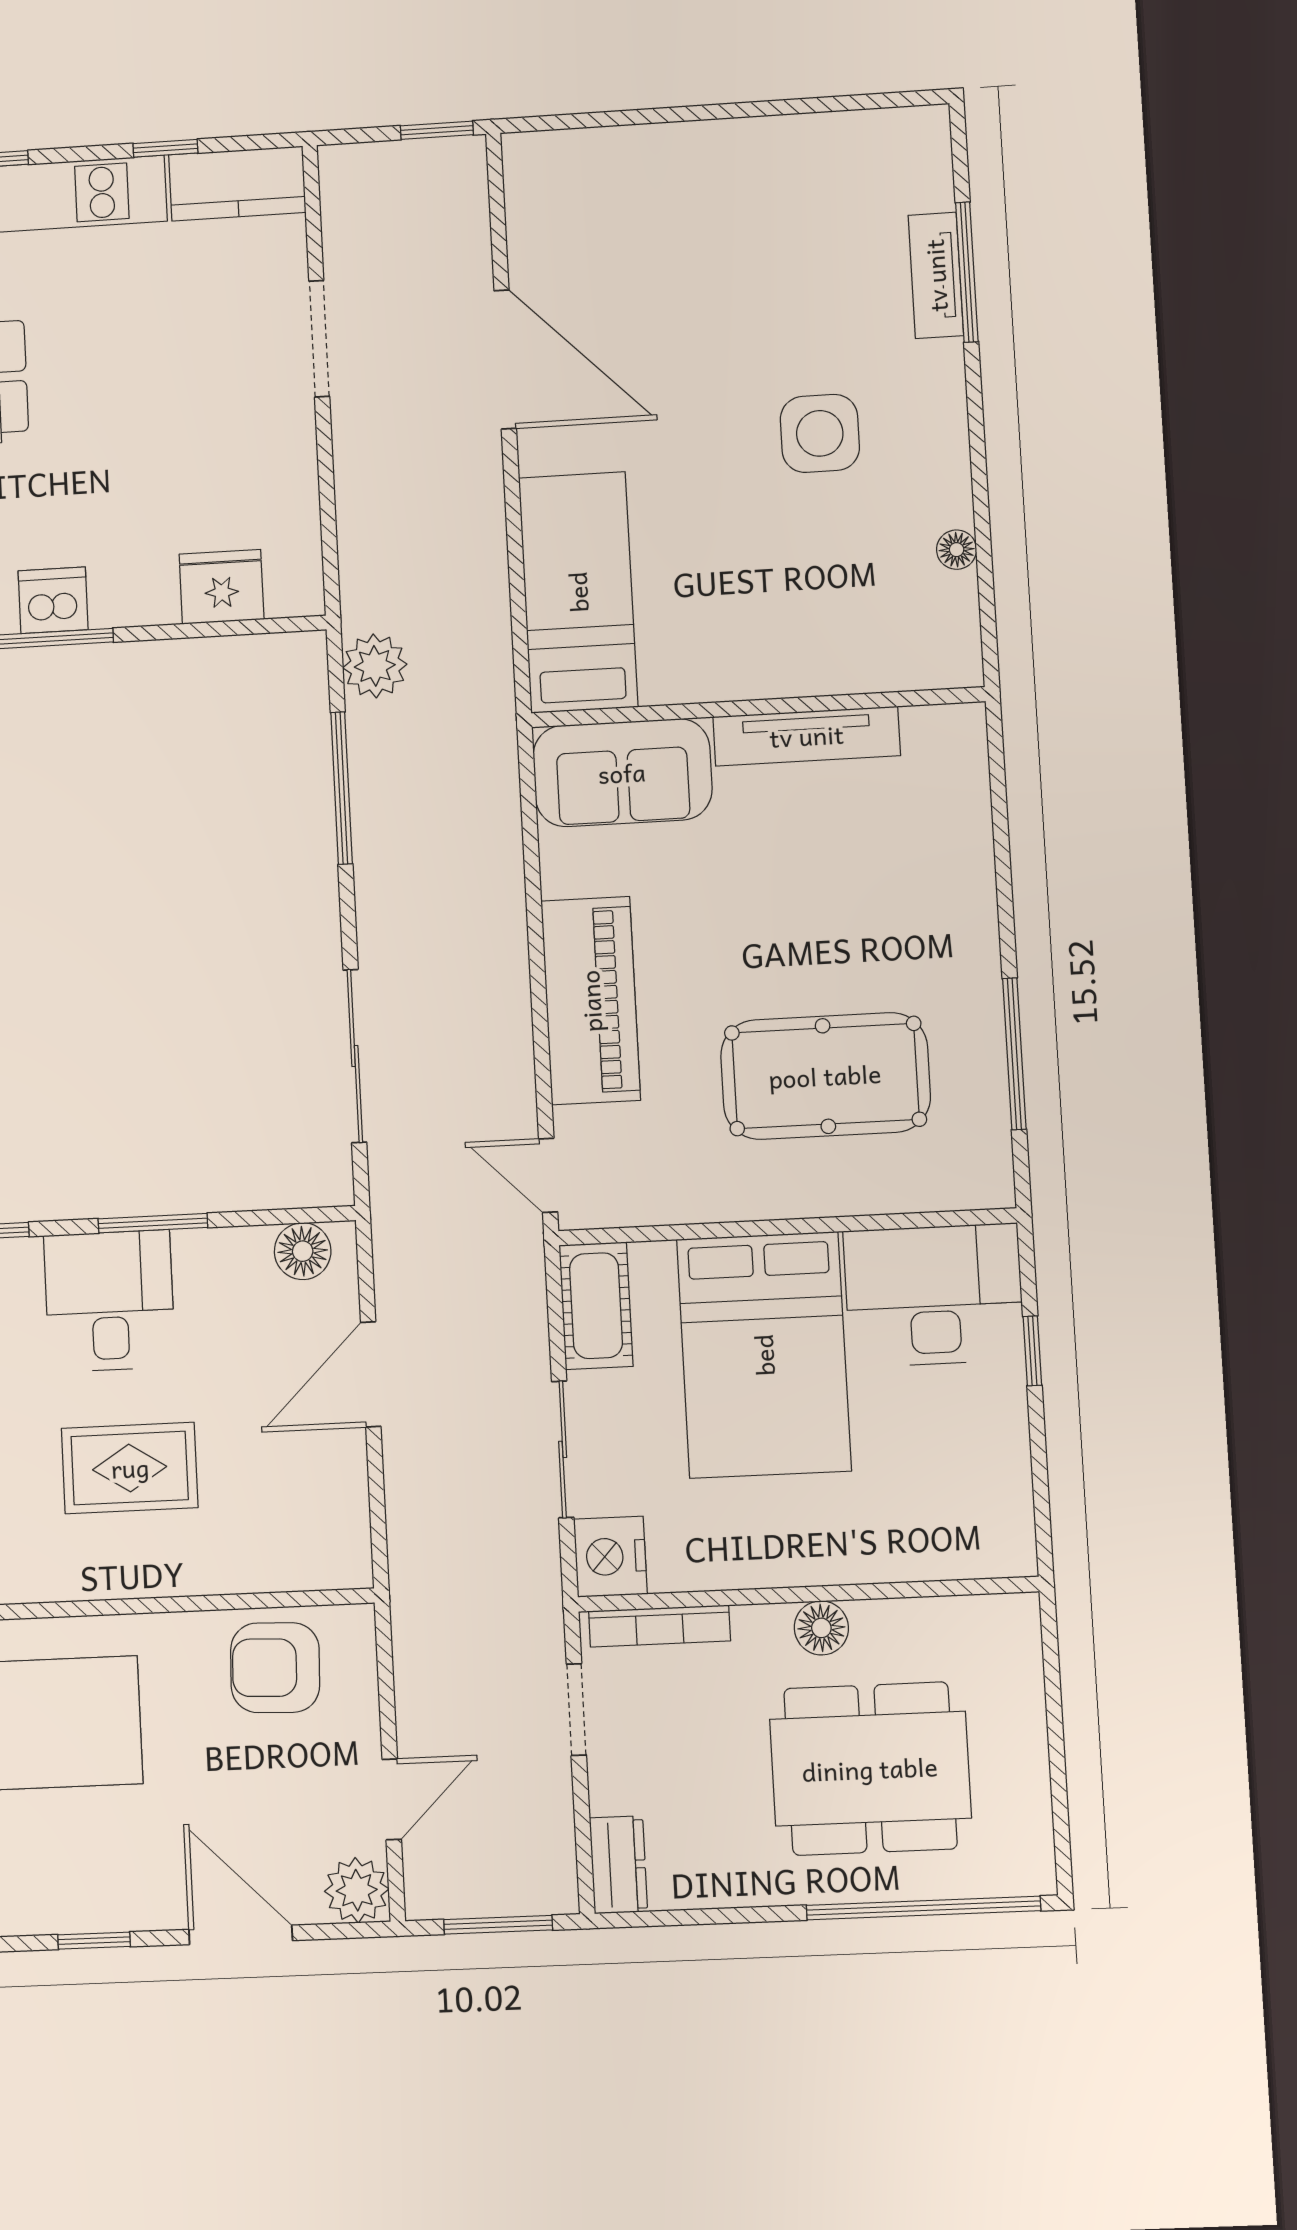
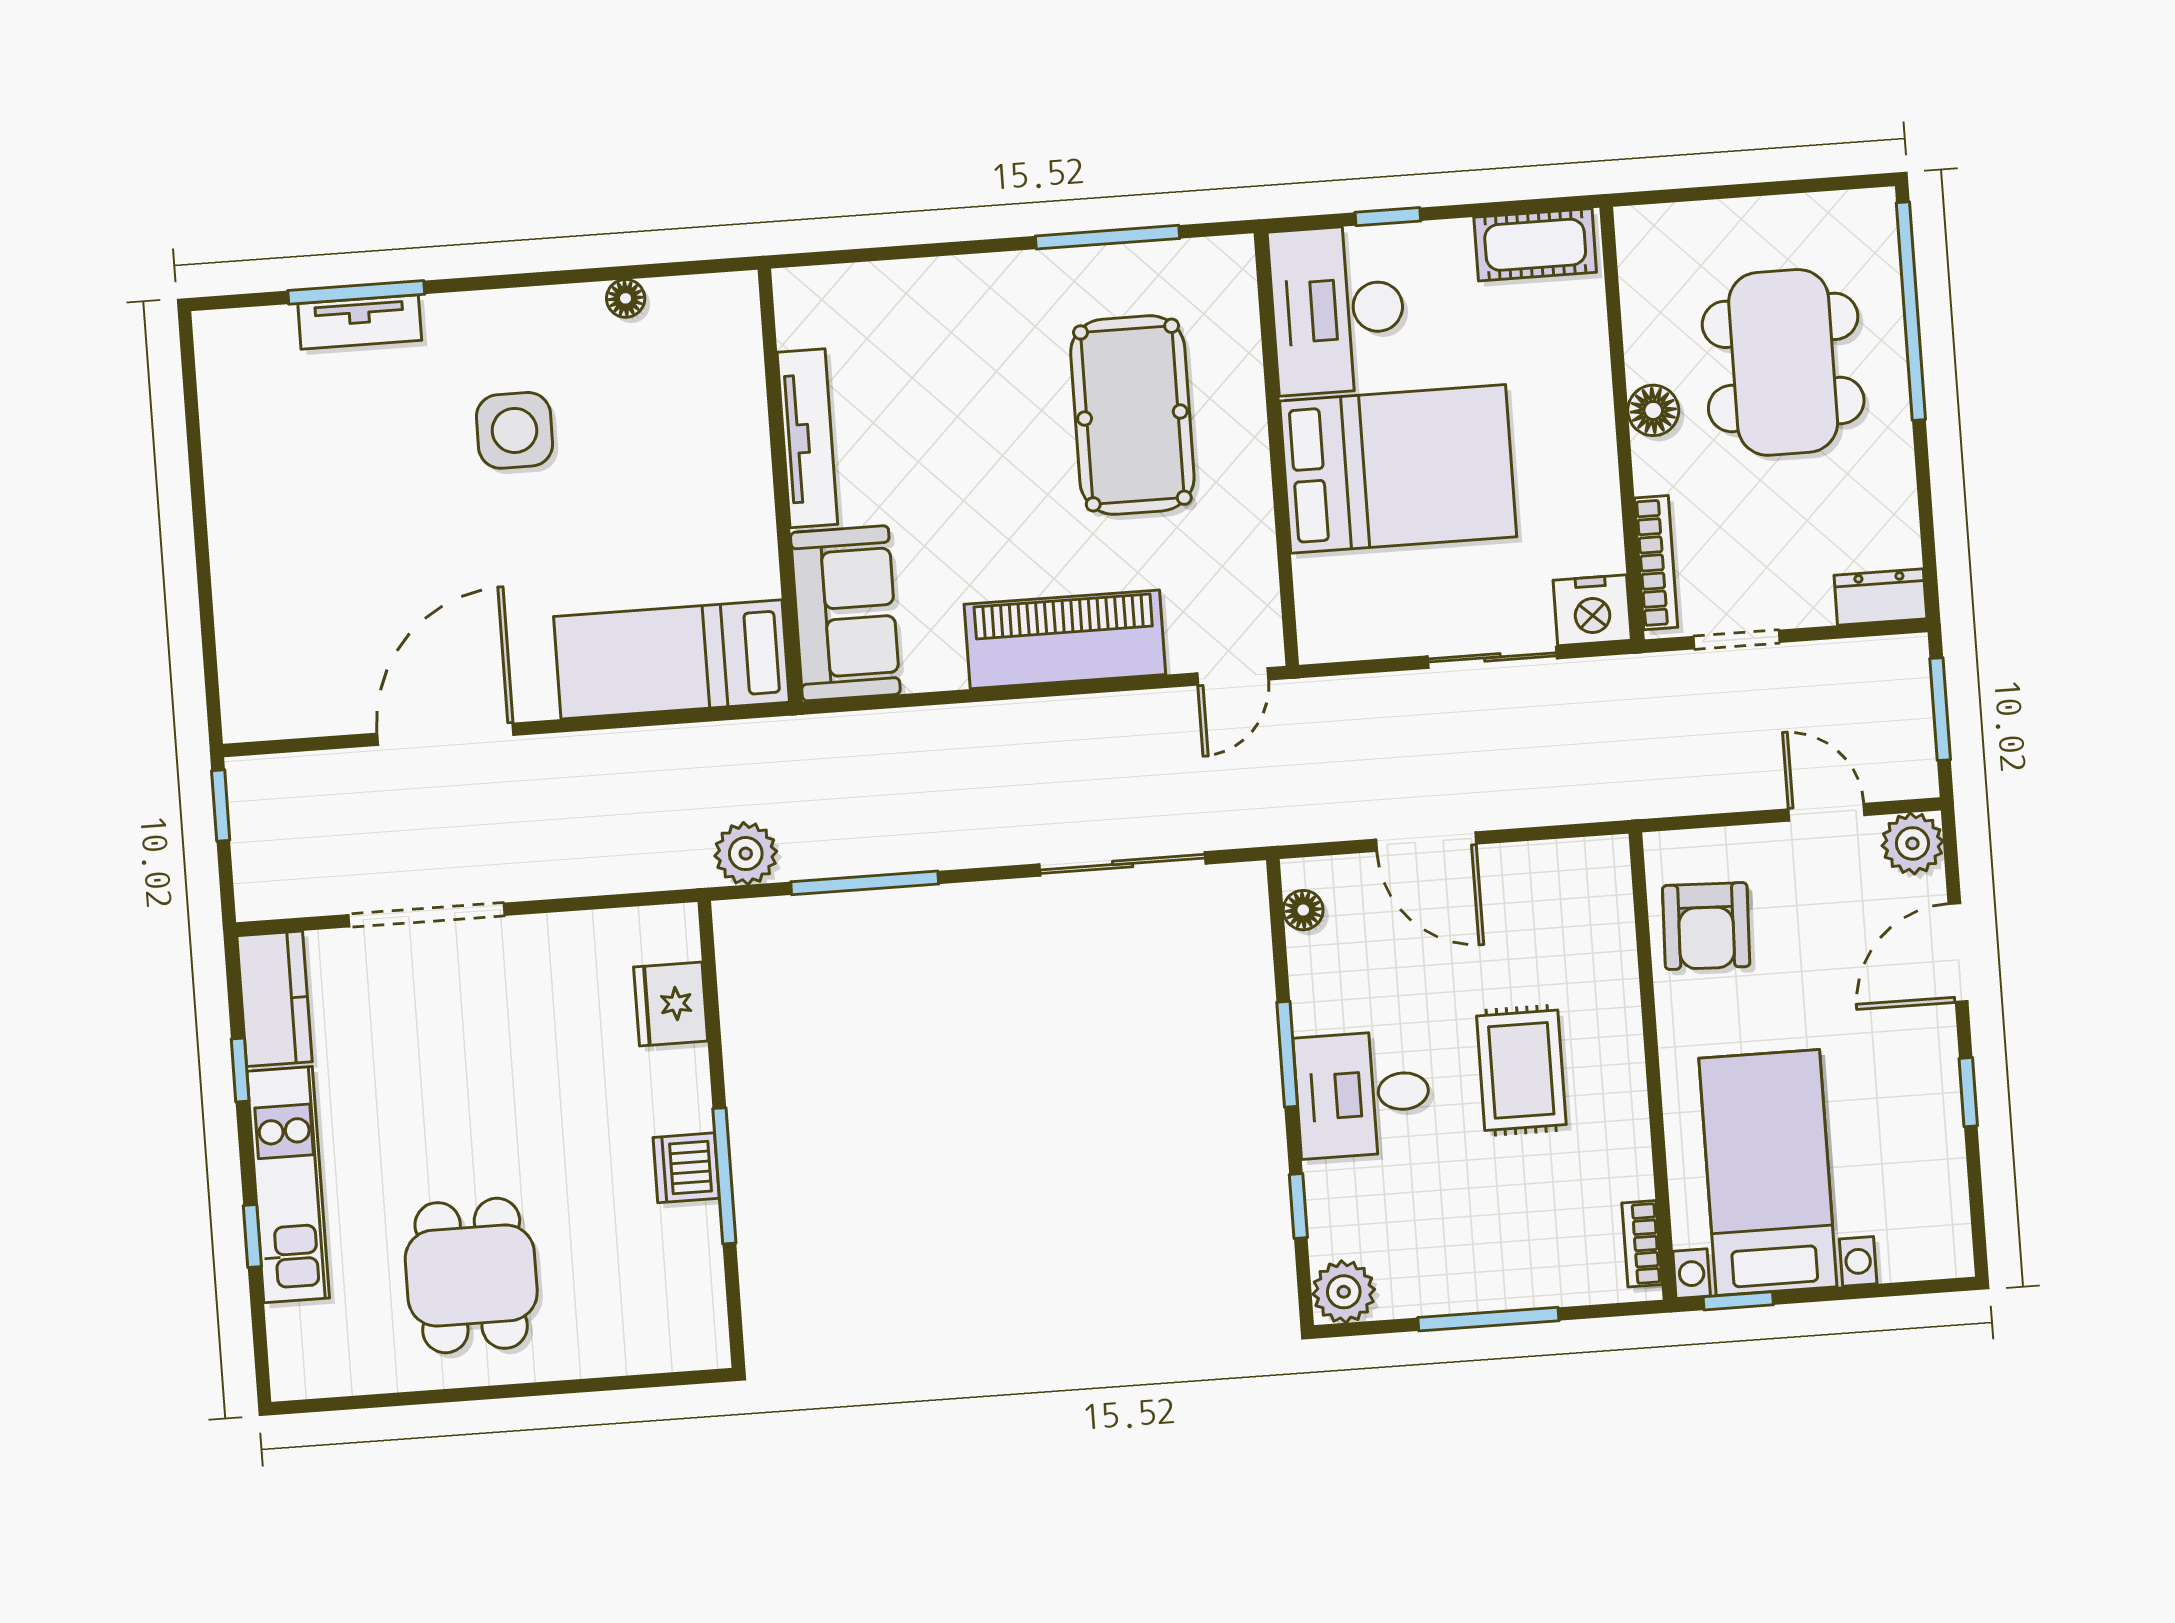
doorway: (319, 339) -> (427, 915), width x1.36
floor lamp: (303, 1251) -> (1303, 910), width x0.73, depth x0.73
cot: (596, 1306) -> (1535, 245), moved

